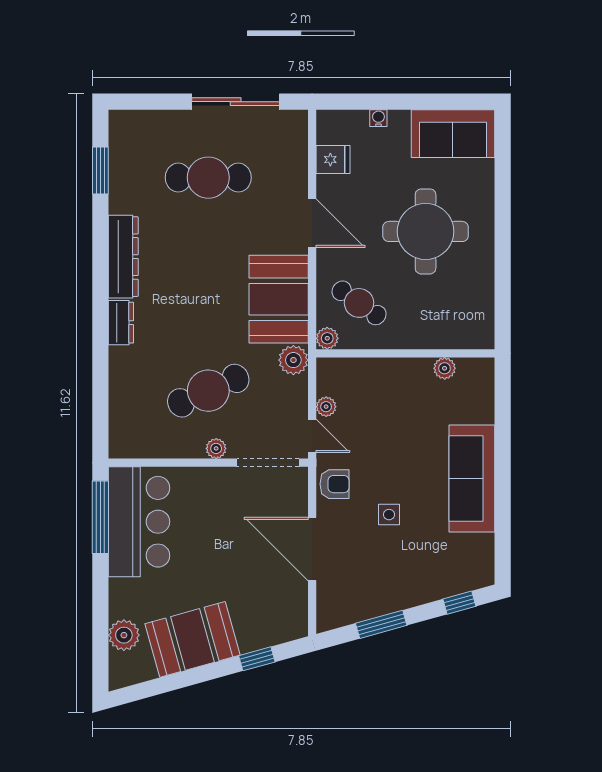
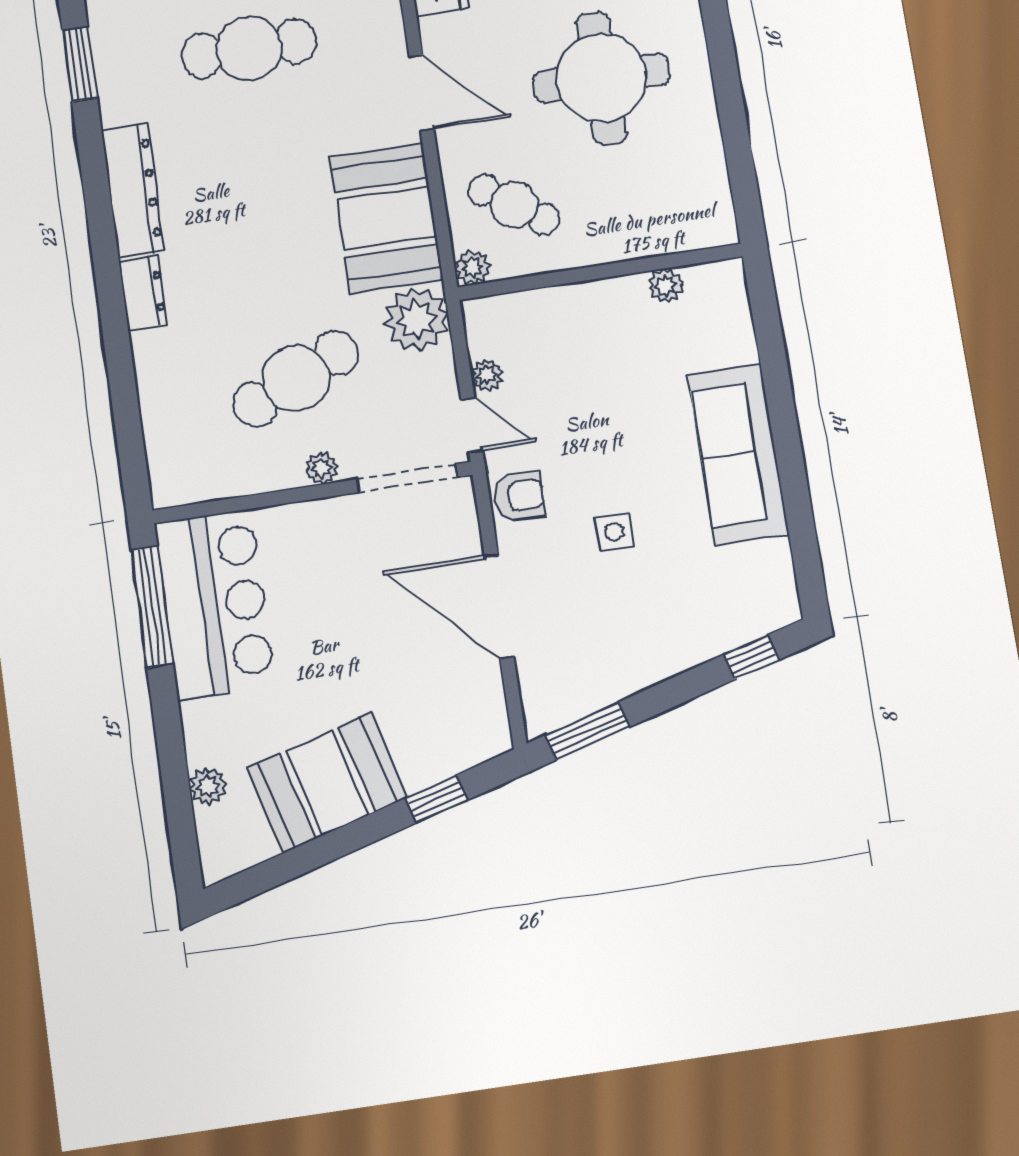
plant: (293, 360) -> (417, 320), width x1.36, depth x1.36
window: (381, 624) -> (587, 731), moved
plant: (124, 635) -> (208, 786), width x0.73, depth x0.73

